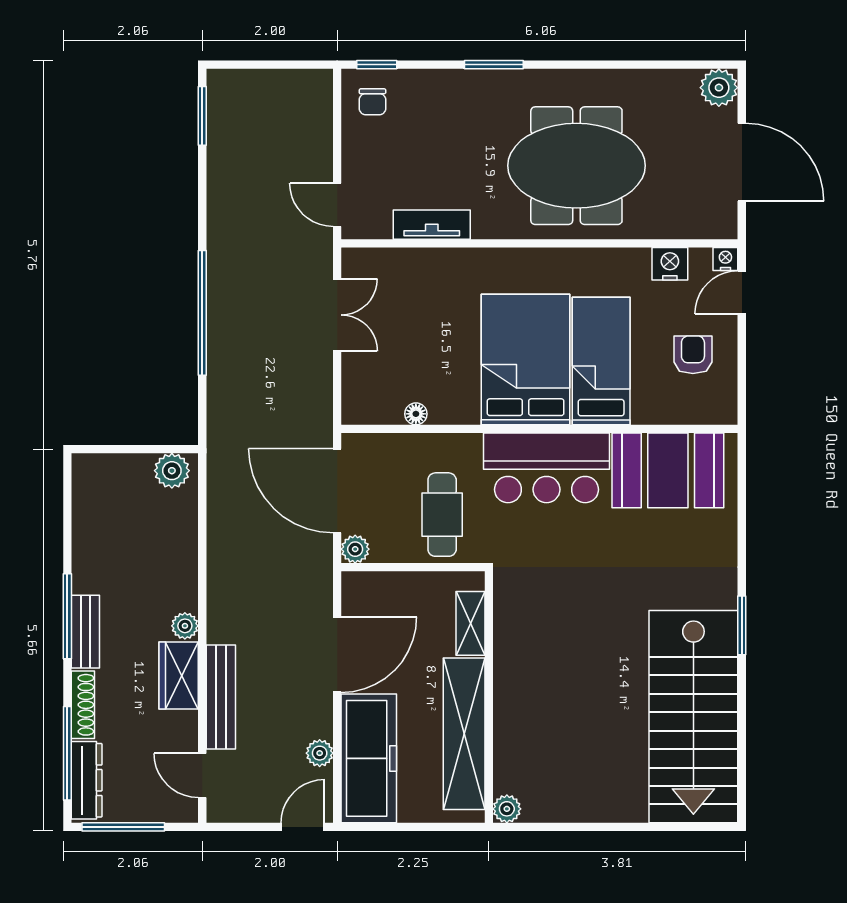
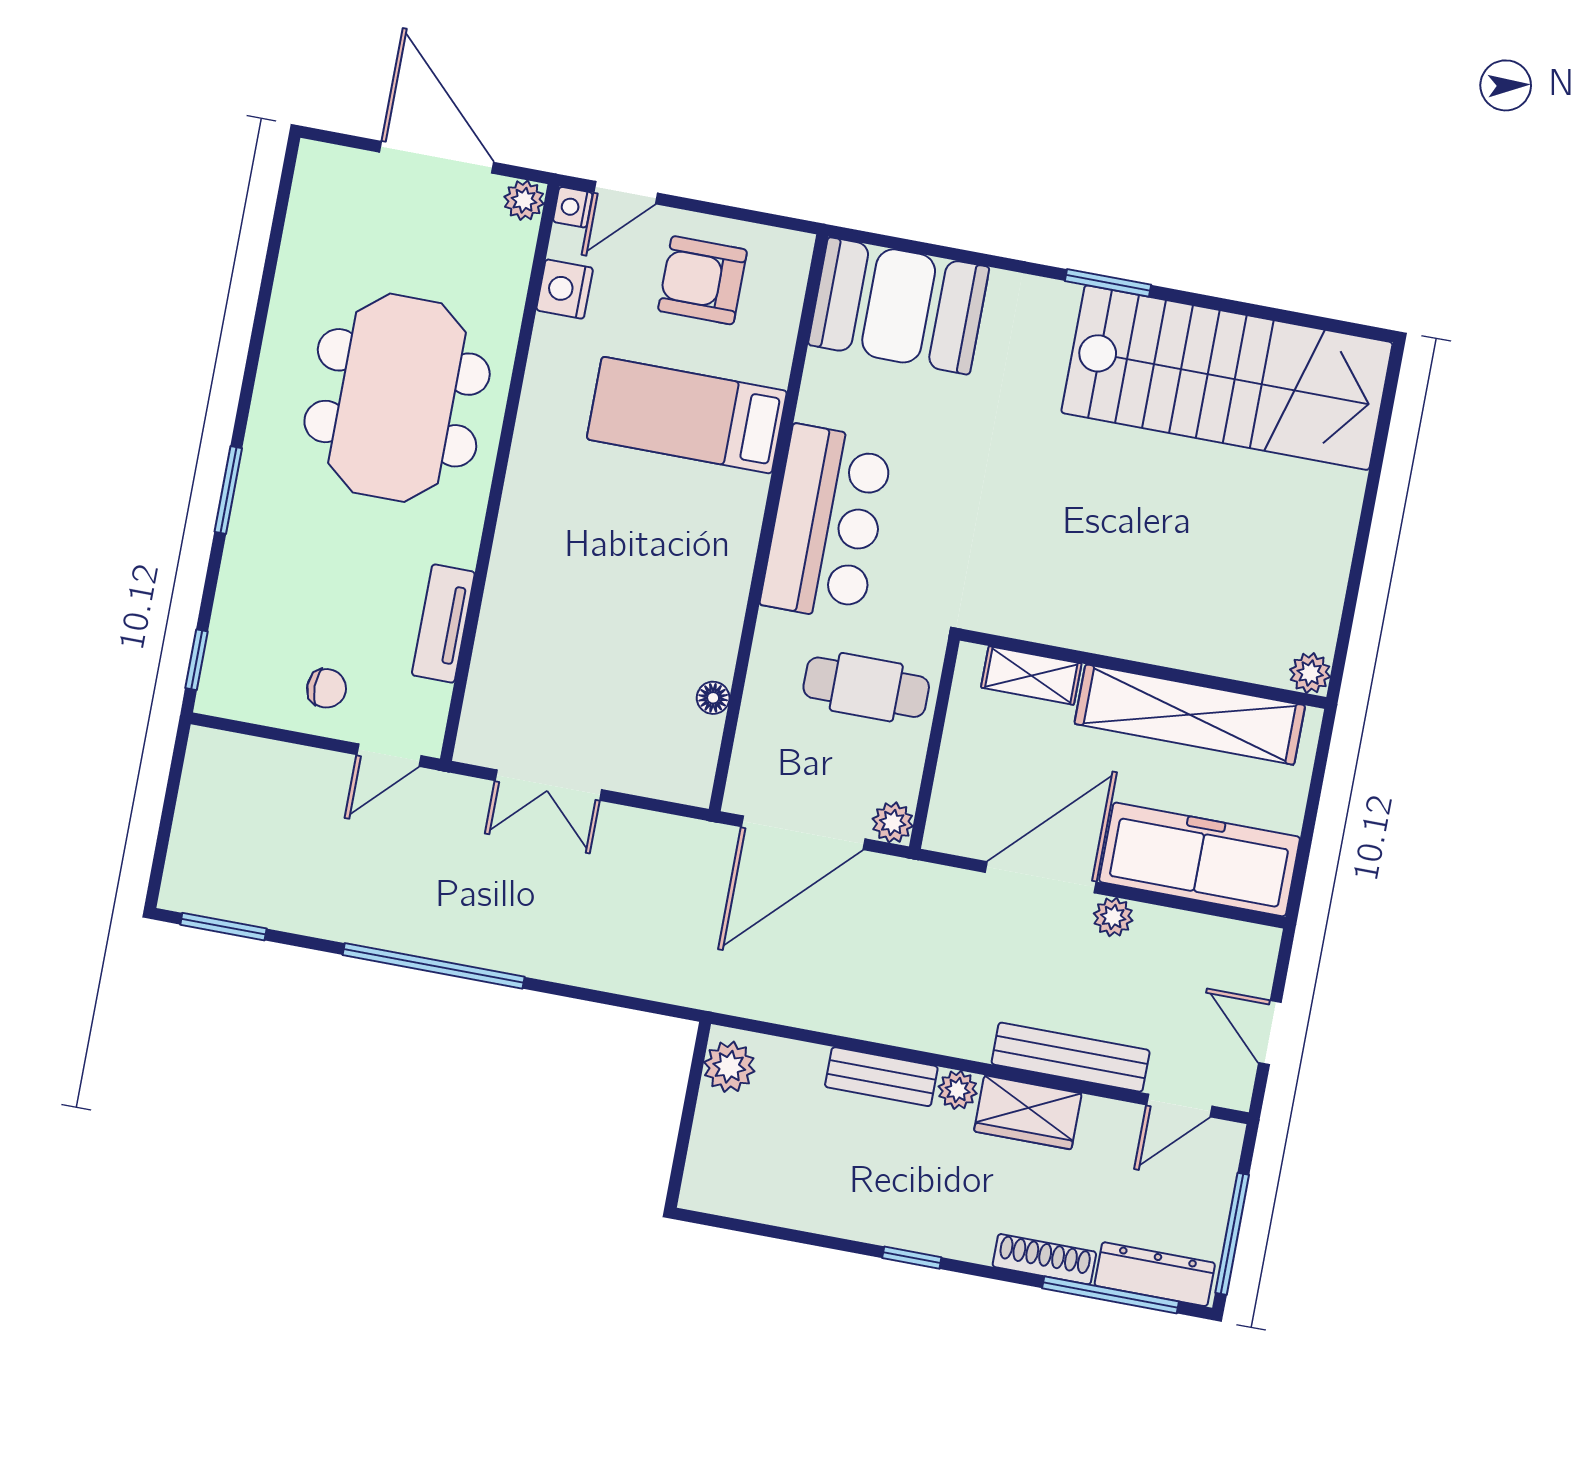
plant: (719, 88) -> (524, 200), moved, width x0.73, depth x0.73
chair: (372, 102) -> (327, 688), moved
door: (742, 162) -> (437, 157), hinge flipped
door: (742, 292) -> (626, 193), hinge flipped
window: (202, 313) -> (434, 966), moved
double door: (337, 315) -> (548, 785), swing flipped
armchair: (693, 355) -> (703, 280), width x1.38, depth x1.38
bed: (526, 359) -> (664, 524), removed
booth: (668, 470) -> (899, 306), moved, turned 90
window: (67, 616) -> (912, 1258), width x0.46
bench: (85, 632) -> (881, 1077), moved
door: (337, 655) -> (1041, 877), hinge flipped
plant: (320, 753) -> (1113, 917), moved
door: (303, 827) -> (1270, 1033), moved

